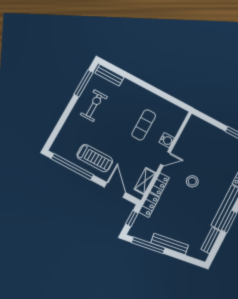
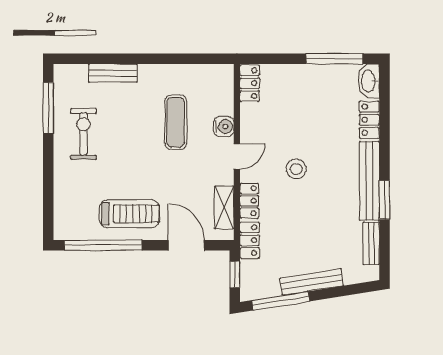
bench: (109, 75) -> (113, 73), moved
locker: (192, 126) -> (250, 83), added

